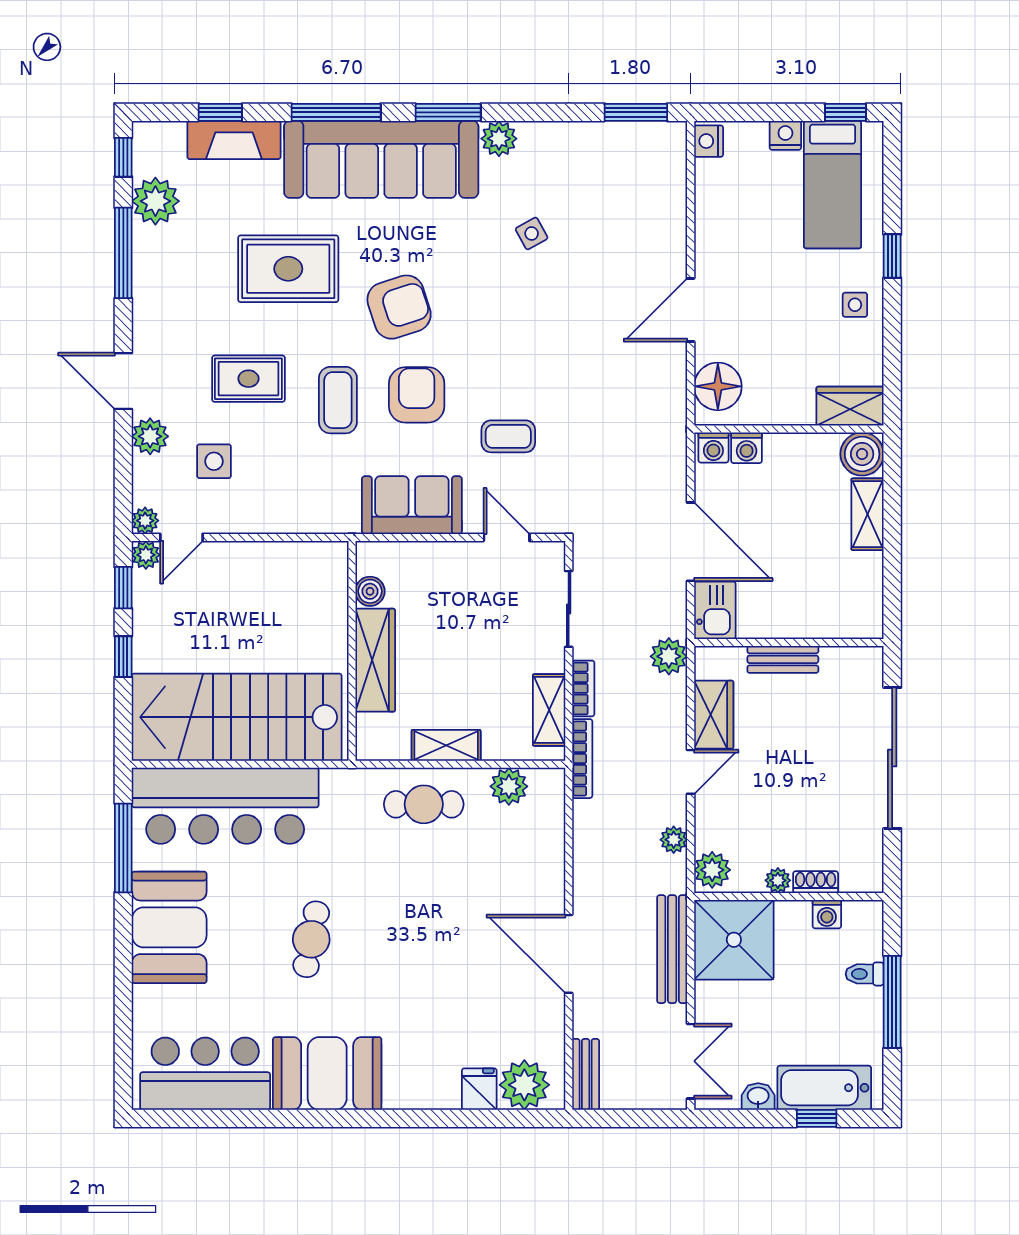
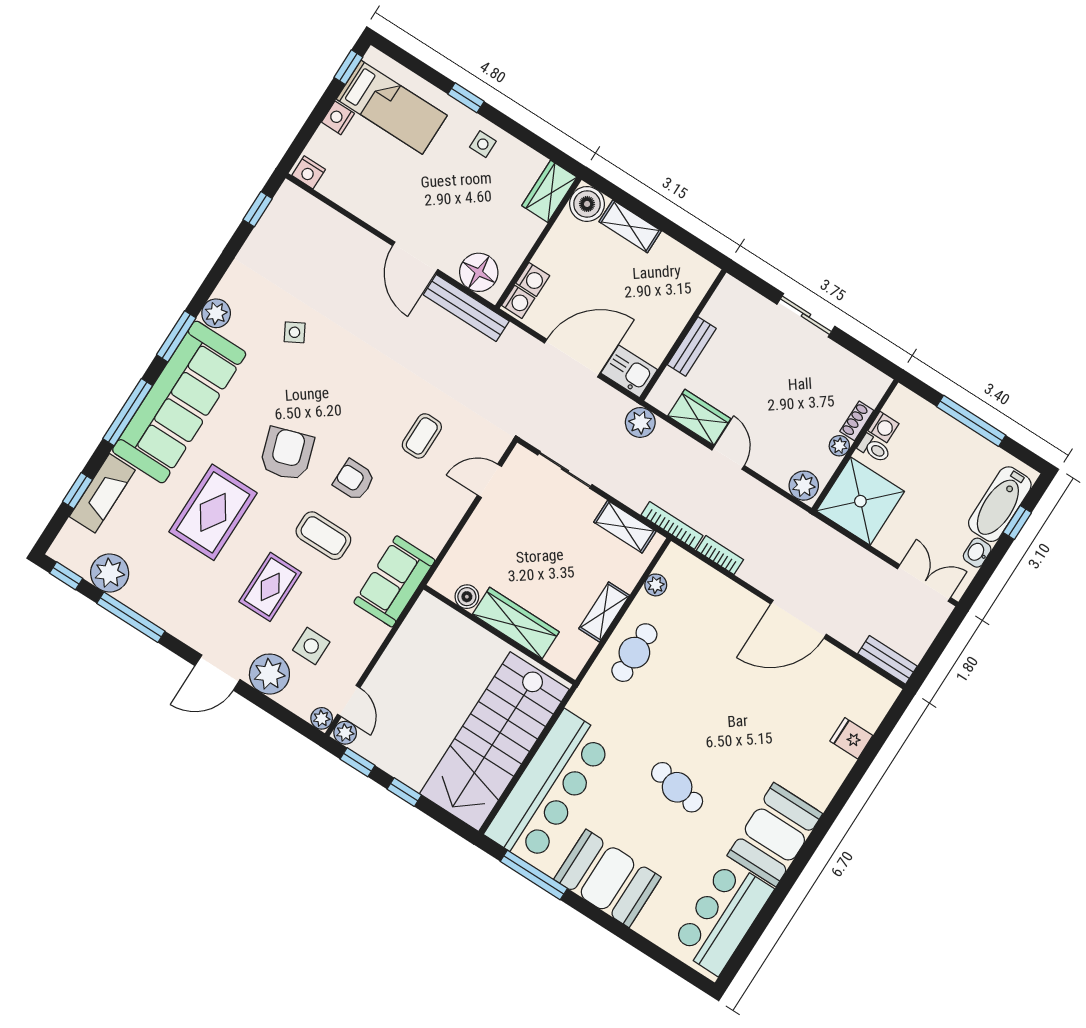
window: (636, 112) -> (258, 209), width x0.67
armchair: (417, 395) -> (354, 480), width x0.72, depth x0.72
plant: (150, 436) -> (269, 674), width x1.36, depth x1.36
sofa: (412, 505) -> (394, 581), moved
bookcase: (583, 688) -> (720, 555), moved
sliding door: (892, 758) -> (806, 315), width x0.54
plant: (509, 786) -> (656, 585), width x0.73, depth x0.73
plant: (674, 840) -> (767, 499), removed
bench: (672, 949) -> (466, 308), moved
toilet: (865, 974) -> (874, 449), moved, turned -90
plant: (524, 1085) -> (868, 706), removed

